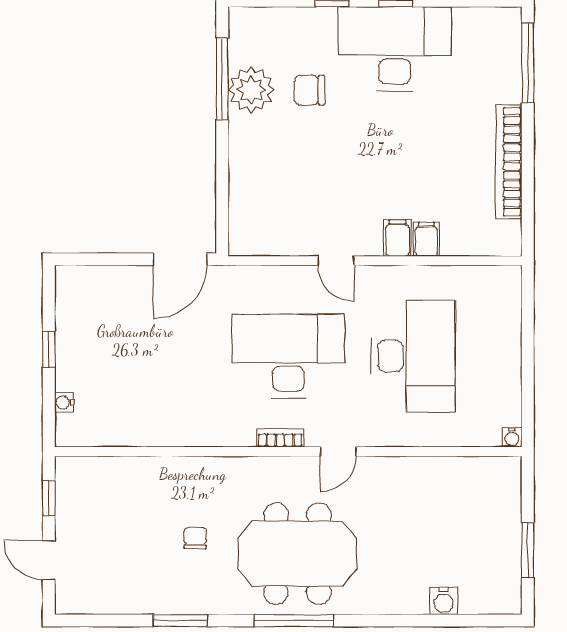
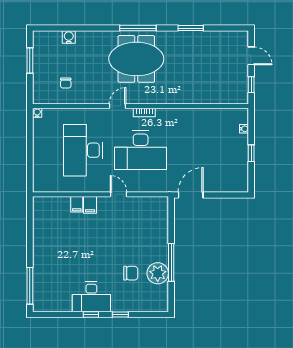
desk: (395, 49) -> (91, 297), width x0.73, depth x0.77
window: (222, 79) -> (171, 262), moved
bookcase: (509, 162) -> (39, 240), removed
chair: (195, 538) -> (66, 83), moved

